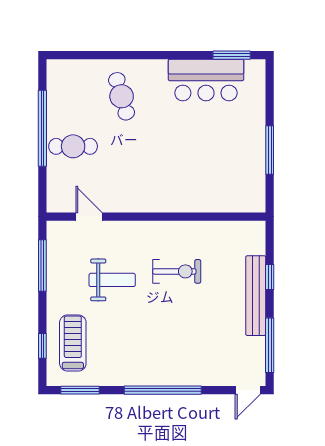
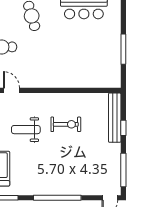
weight bench: (112, 280) -> (26, 130), turned 180
bench: (256, 296) -> (115, 118), moved

